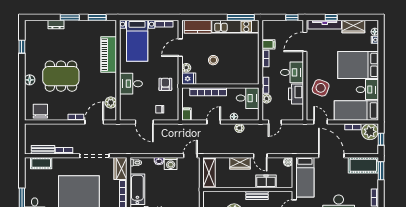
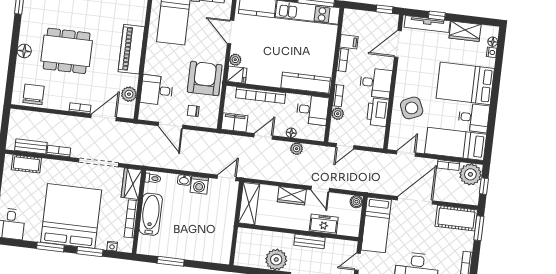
door: (180, 48) -> (231, 32), hinge flipped
piano: (109, 55) -> (131, 49), moved
stool: (213, 60) -> (273, 54), removed
kitchen counter: (240, 78) -> (306, 83), added
desk: (131, 84) -> (157, 90), moved
armchair: (165, 84) -> (205, 79), width x1.88, depth x1.88
side table: (321, 88) -> (412, 108), turned 45
filing cabinet: (186, 114) -> (234, 122), width x2.00
door: (321, 122) -> (406, 153), hinge flipped
door: (331, 156) -> (415, 200), hinge flipped

